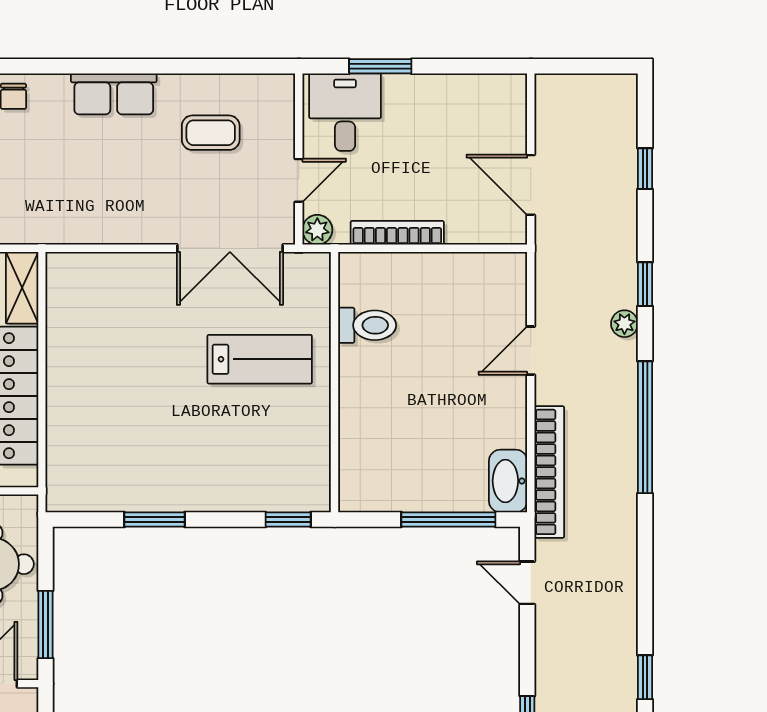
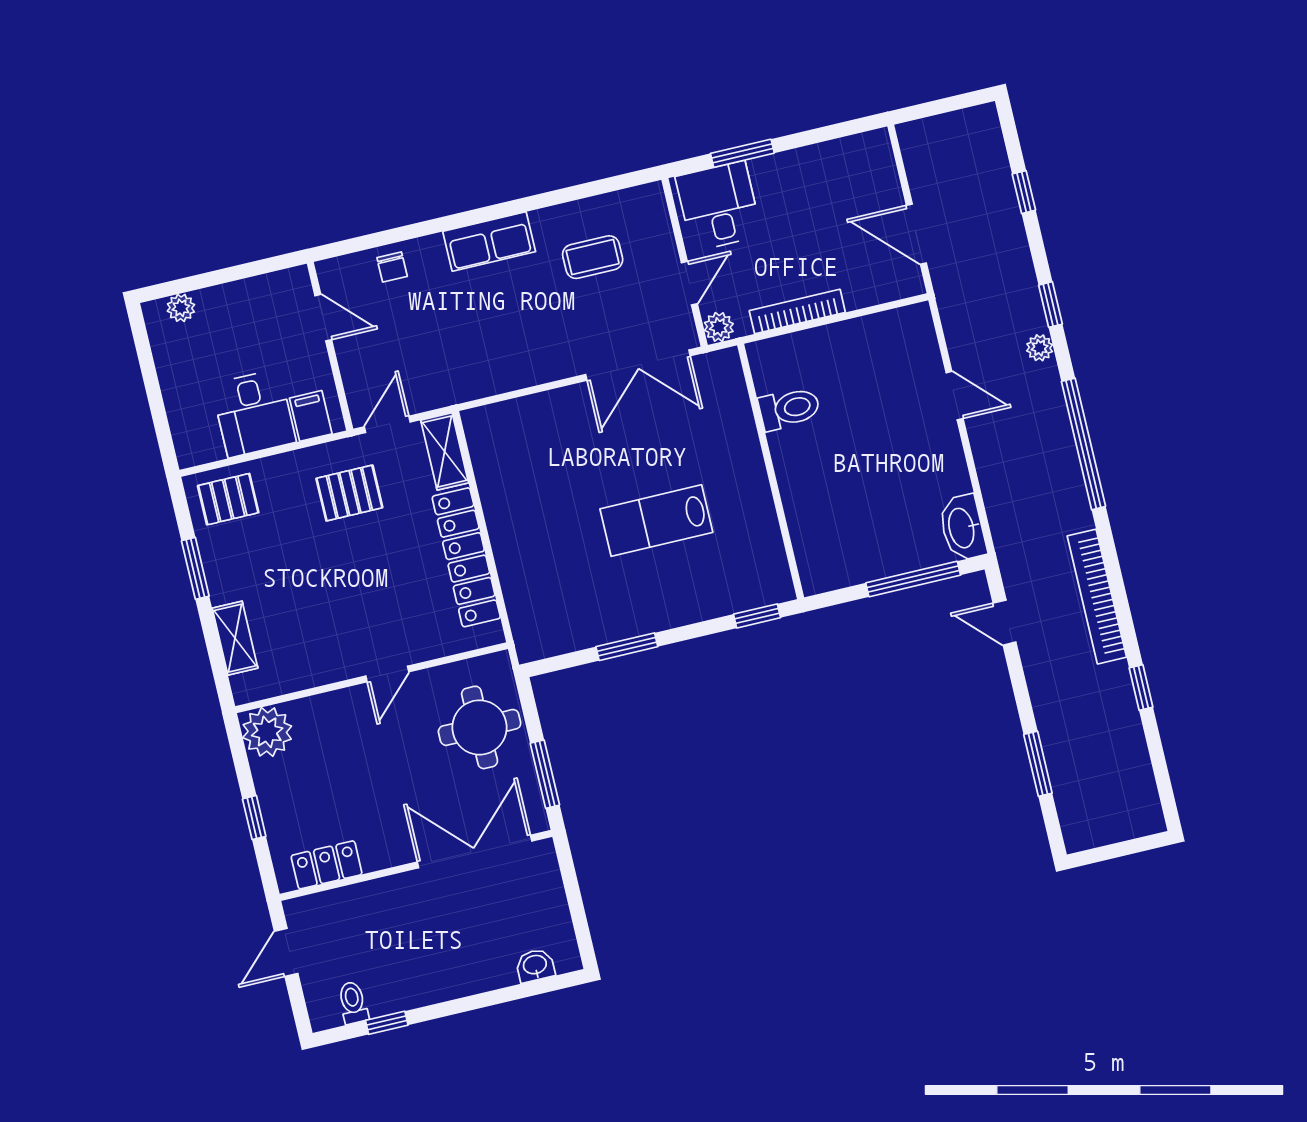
door: (531, 351) -> (955, 396), swing flipped
lab bench: (260, 359) -> (656, 521), moved, turned 180
bookcase: (549, 472) -> (1097, 597), moved, turned 180

